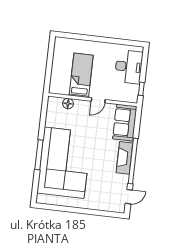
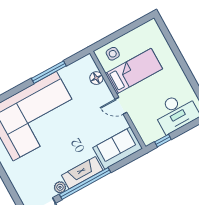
side table: (60, 81) -> (113, 54), added
window: (39, 155) -> (49, 72), moved
plant: (124, 180) -> (60, 187), added

